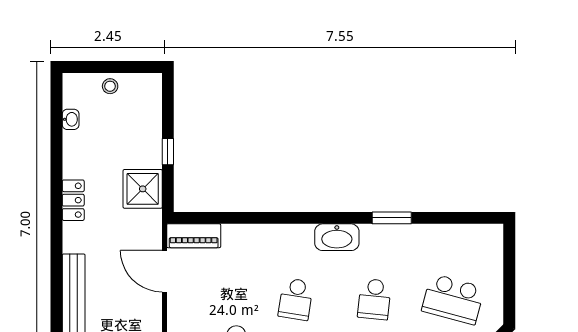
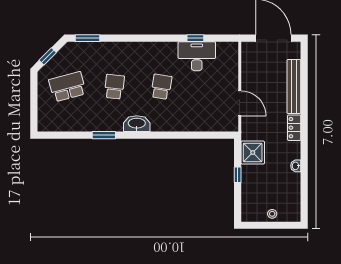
washbasin: (71, 119) -> (296, 166), moved
locker: (73, 200) -> (294, 128), moved
piano: (194, 236) -> (222, 125), removed
school desk: (453, 299) -> (67, 87), turned -30

